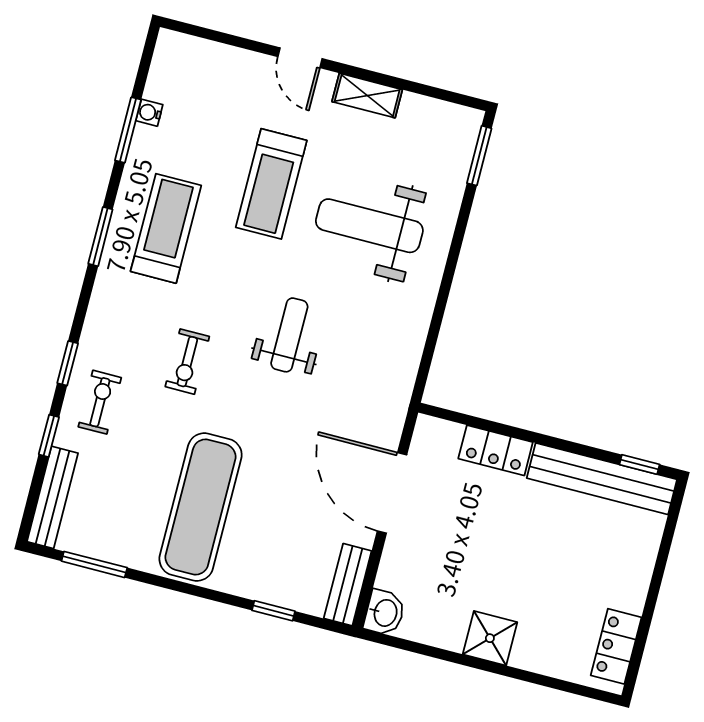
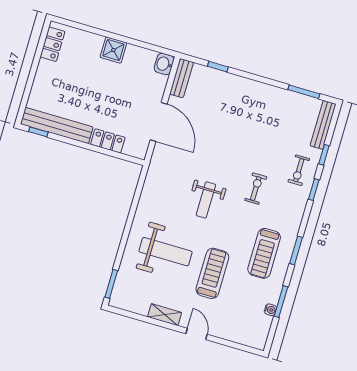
exercise mat: (201, 507) -> (252, 118), removed

